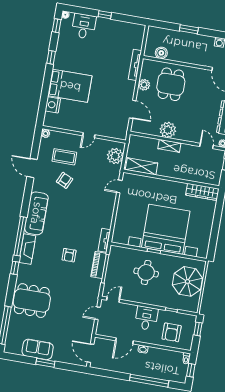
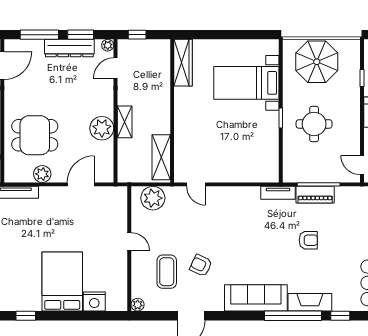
bed with nightstands: (166, 229) -> (246, 83), width x0.54

